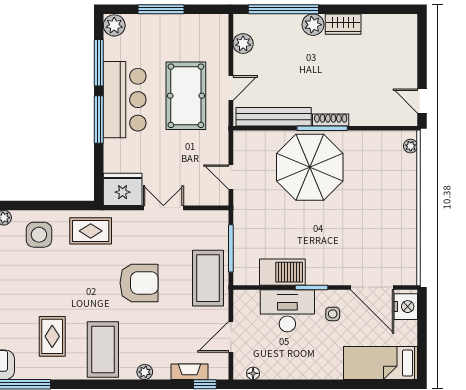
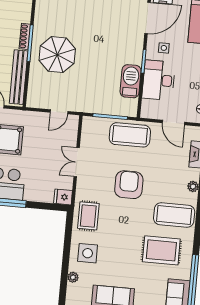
parasol: (310, 167) -> (57, 55), width x0.73, depth x0.73
fridge: (123, 189) -> (63, 197), width x0.53, depth x0.75
rug: (52, 336) -> (161, 250), width x1.36, depth x1.43

